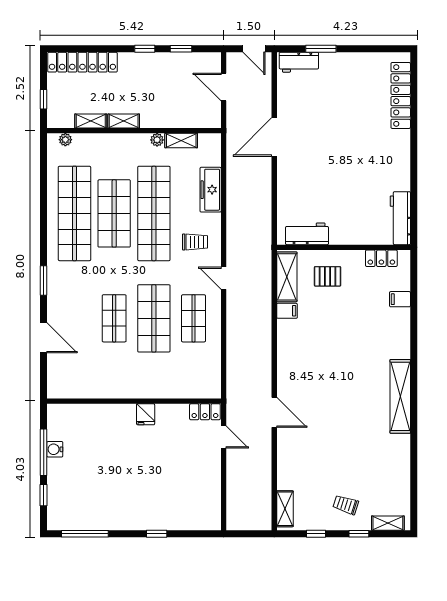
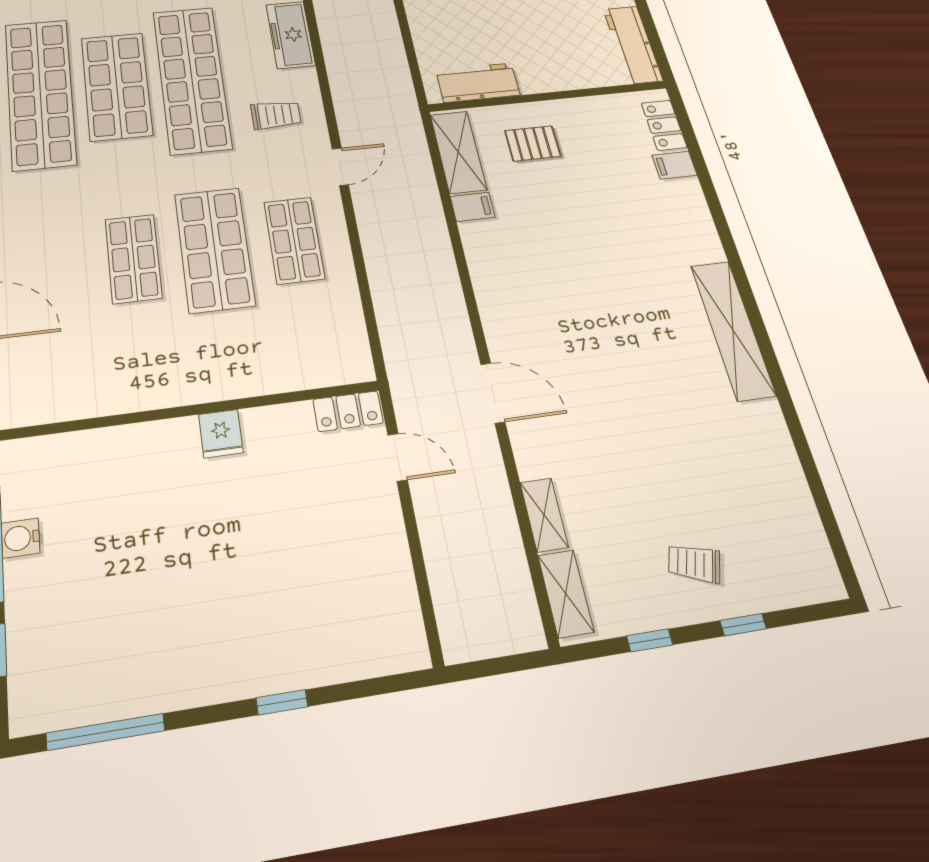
locker: (381, 258) -> (664, 125), moved, turned 90
door: (224, 278) -> (340, 167), swing flipped
shelving: (388, 523) -> (544, 515), moved, turned 90

